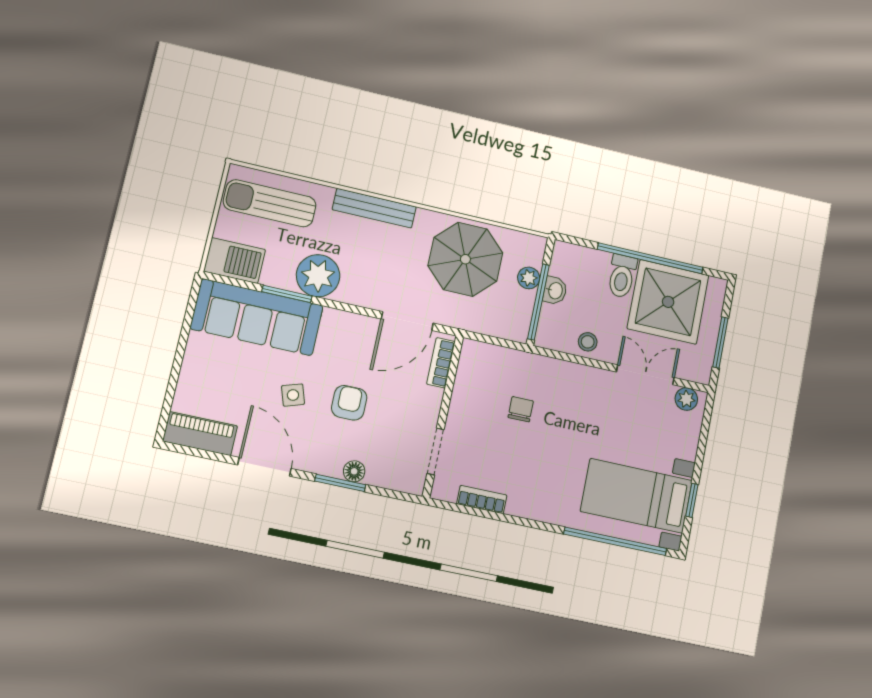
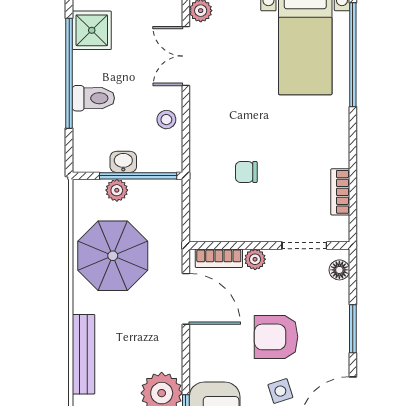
shower: (668, 302) -> (92, 30), width x0.54, depth x0.54
plant: (432, 399) -> (255, 259), added
armchair: (349, 403) -> (276, 337), width x1.38, depth x1.38
floor lamp: (354, 471) -> (339, 270), moved

